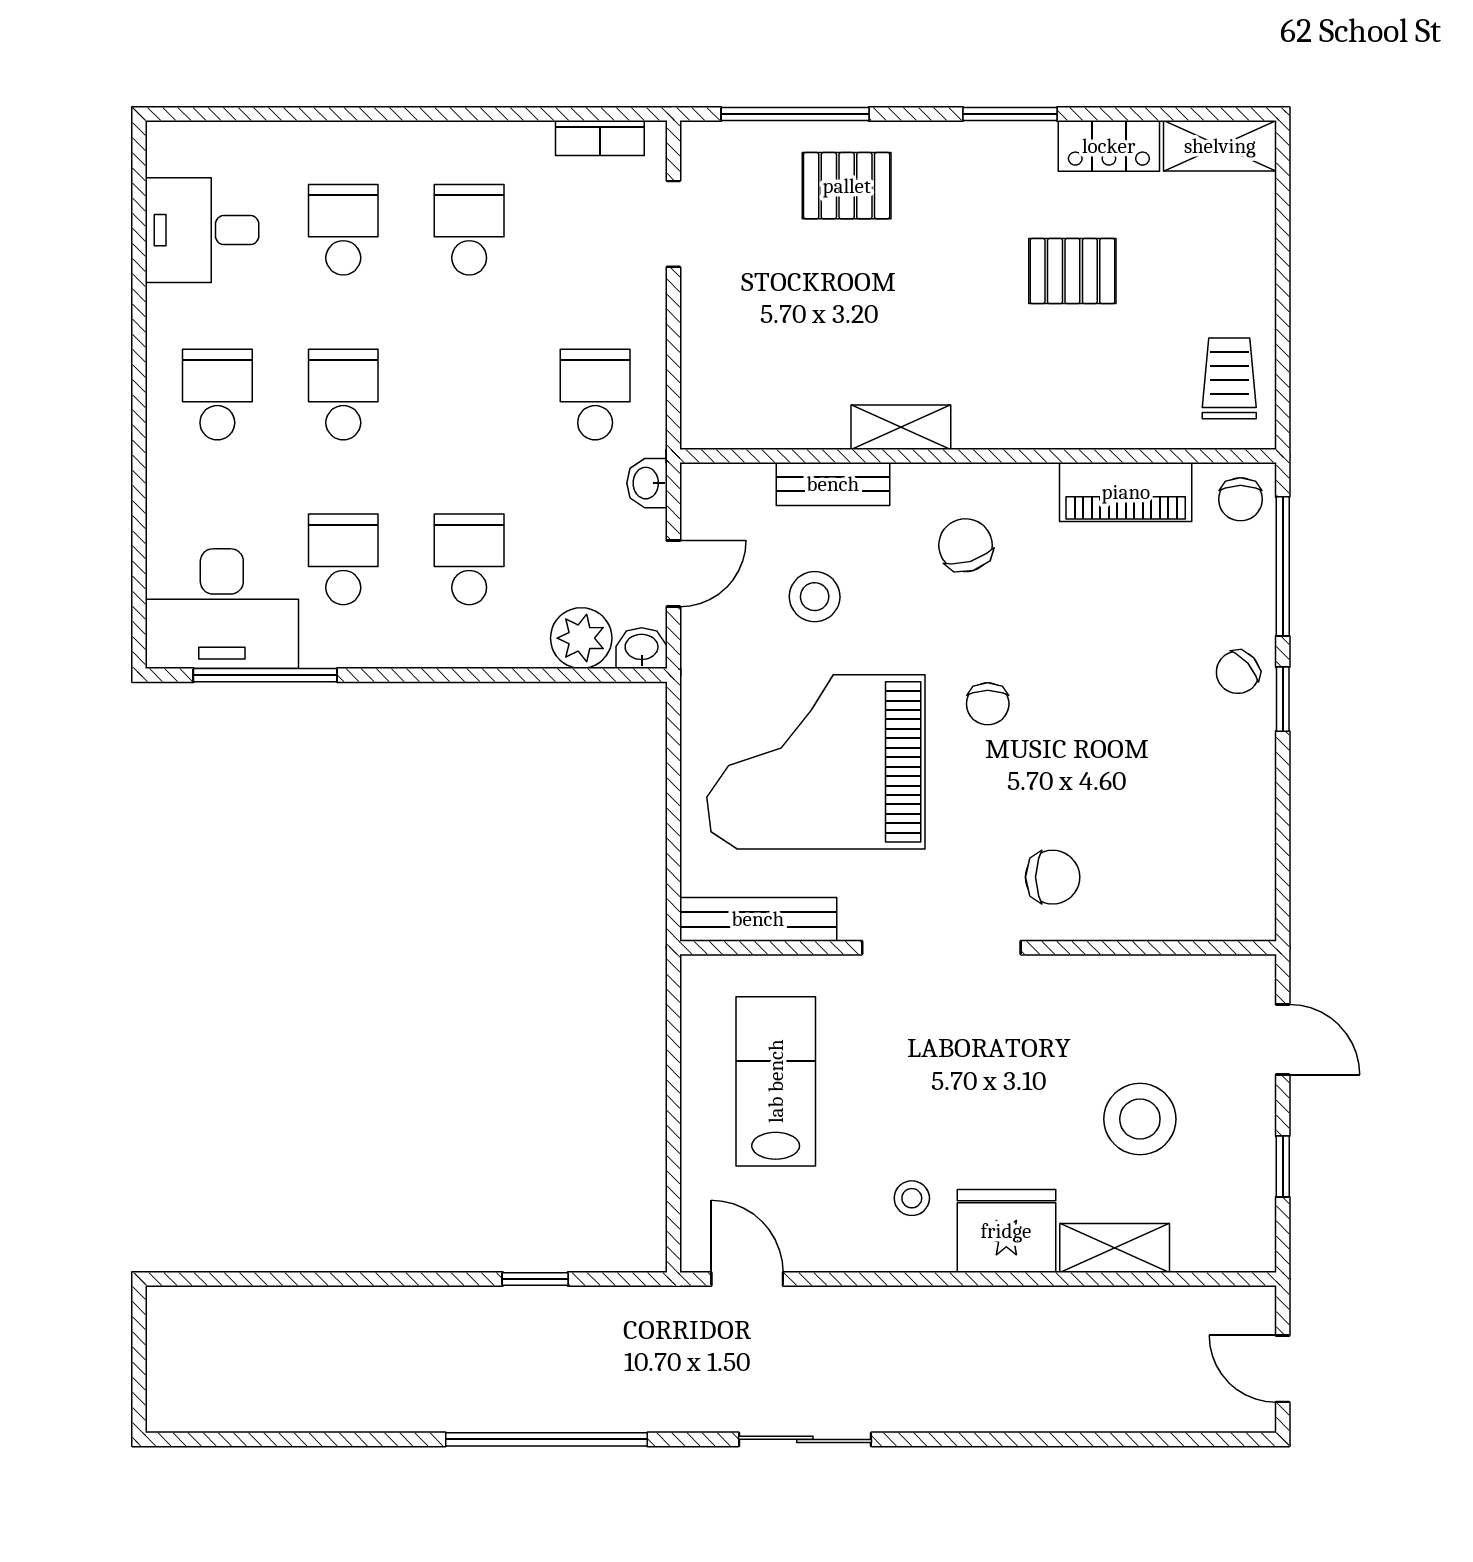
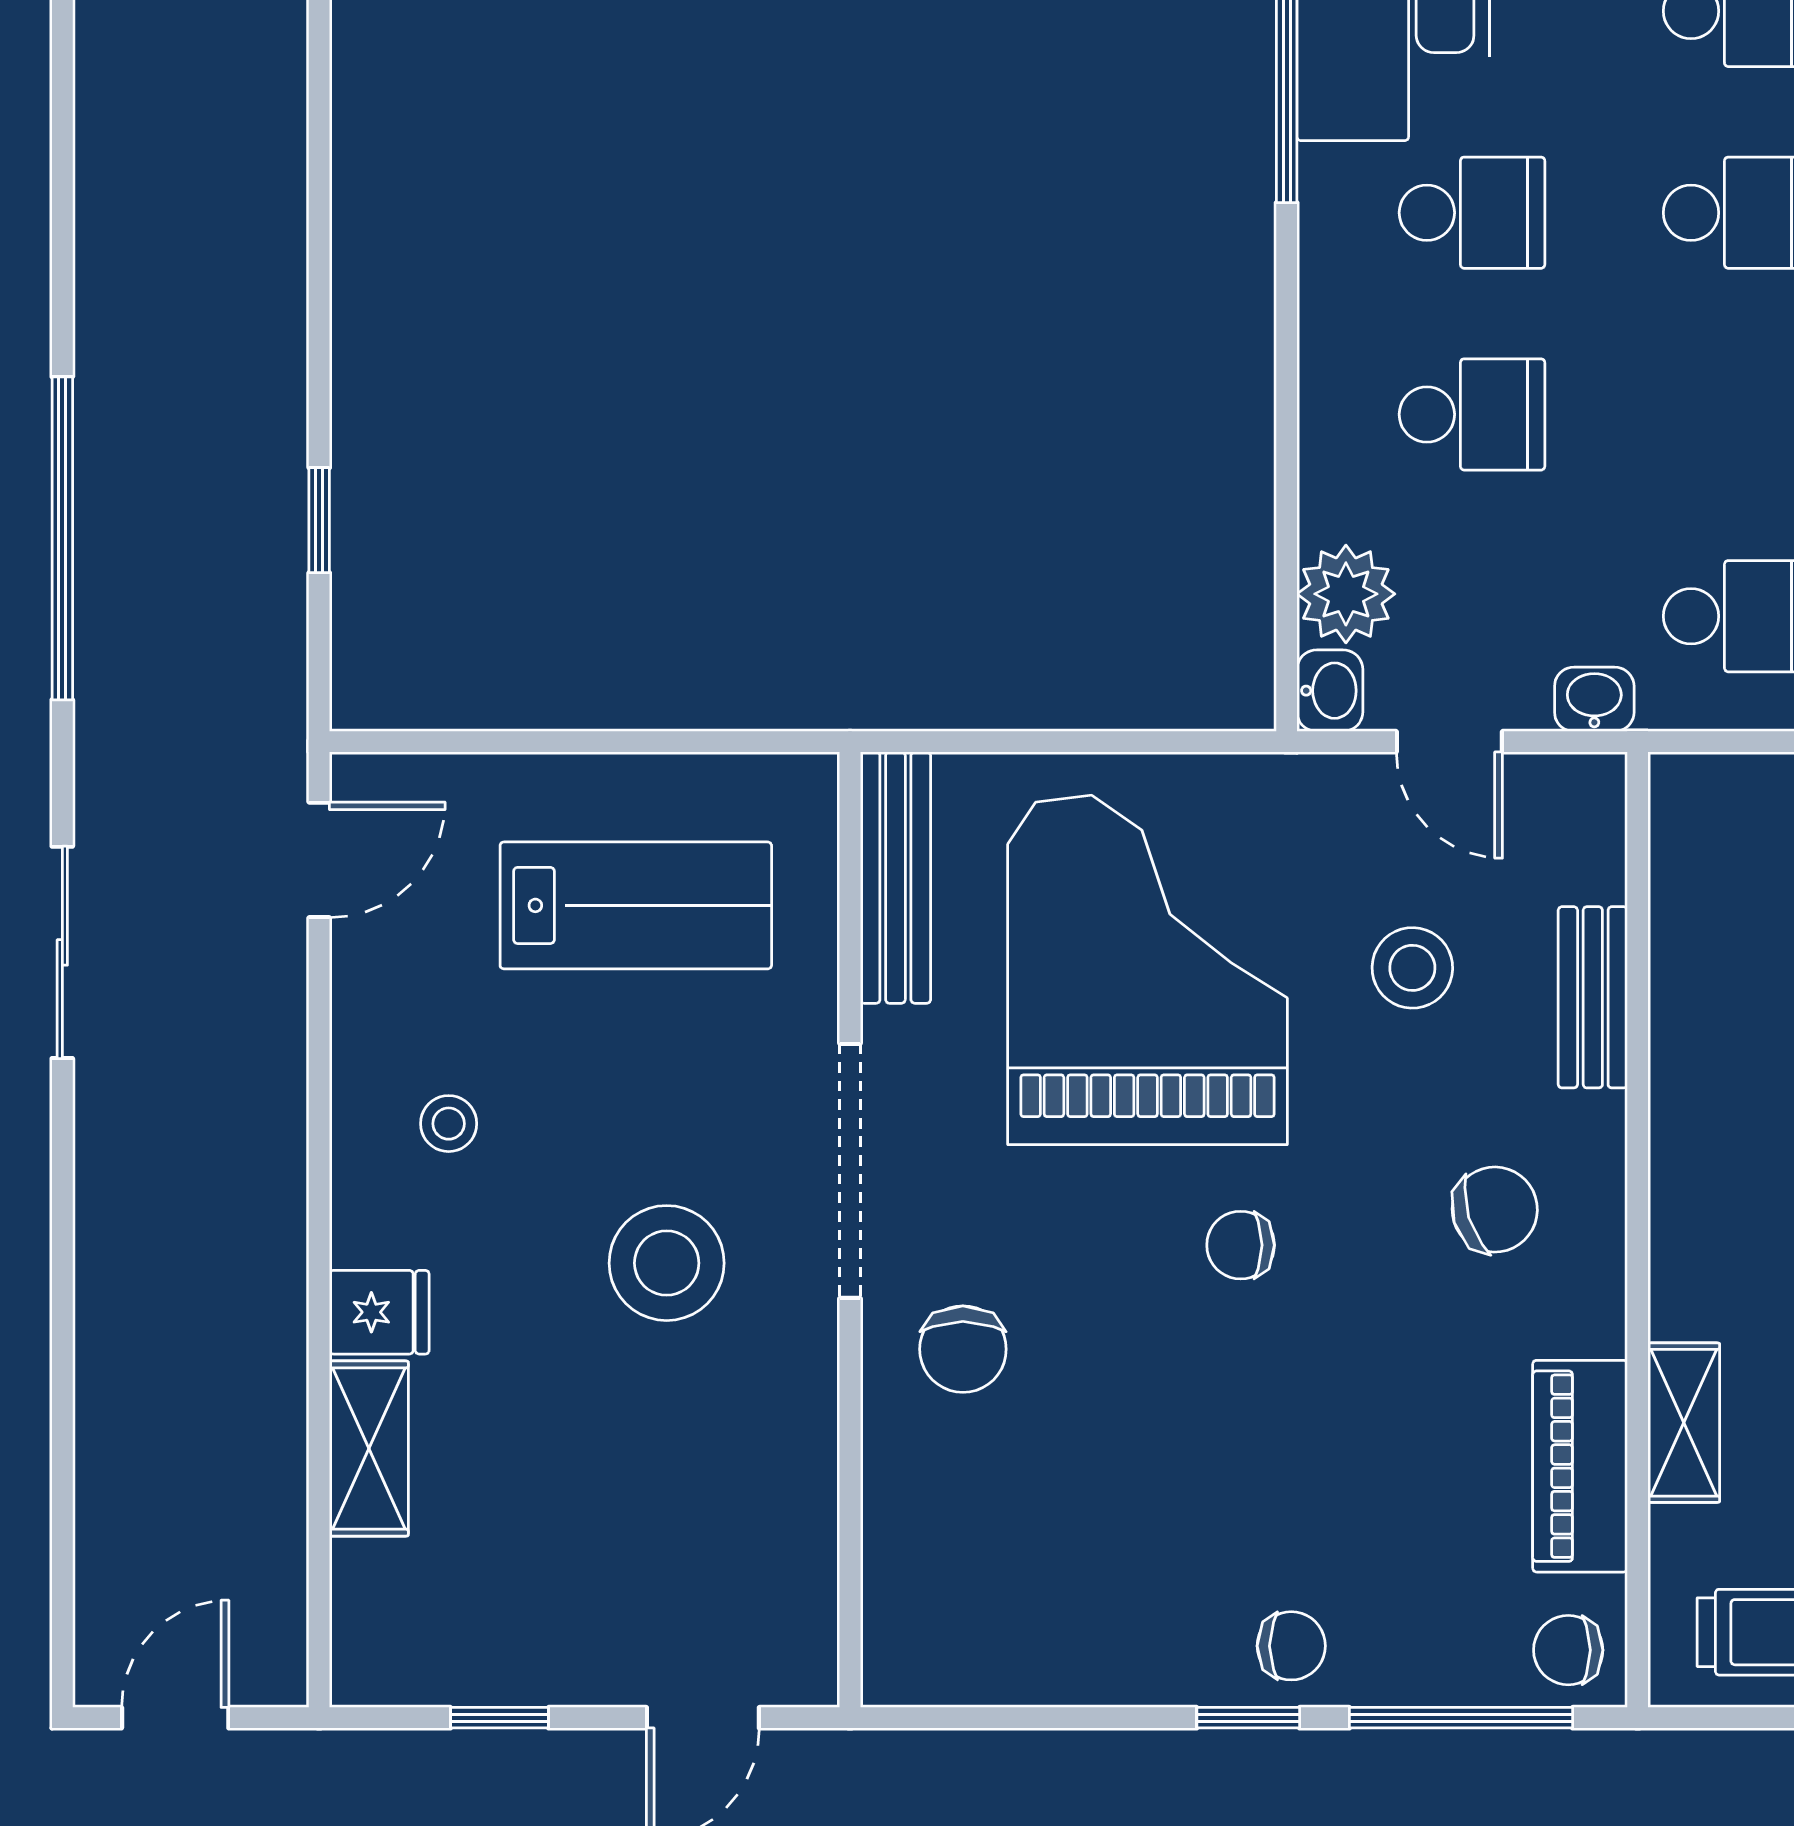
shelving: (901, 427) -> (1684, 1423), moved
chair: (1238, 672) -> (1291, 1646), turned 132
stool: (1140, 1119) -> (667, 1263), moved
fridge: (1006, 1231) -> (379, 1312), width x0.53, depth x0.75

